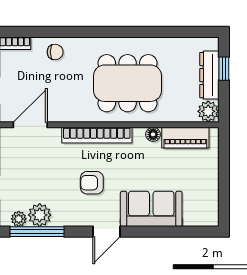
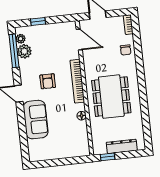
window: (224, 69) -> (108, 157), moved
plant: (208, 111) -> (99, 148), removed
piano: (185, 138) -> (82, 136), removed
armchair: (92, 183) -> (48, 81), turned 180

